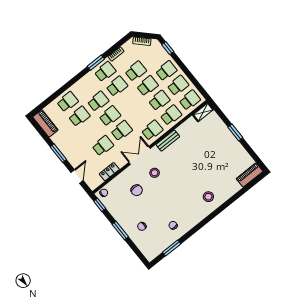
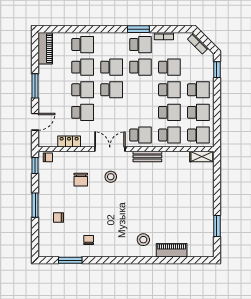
school desk: (122, 131) -> (83, 90), moved
window: (235, 132) -> (217, 226), moved
piano: (250, 175) -> (172, 250), moved

